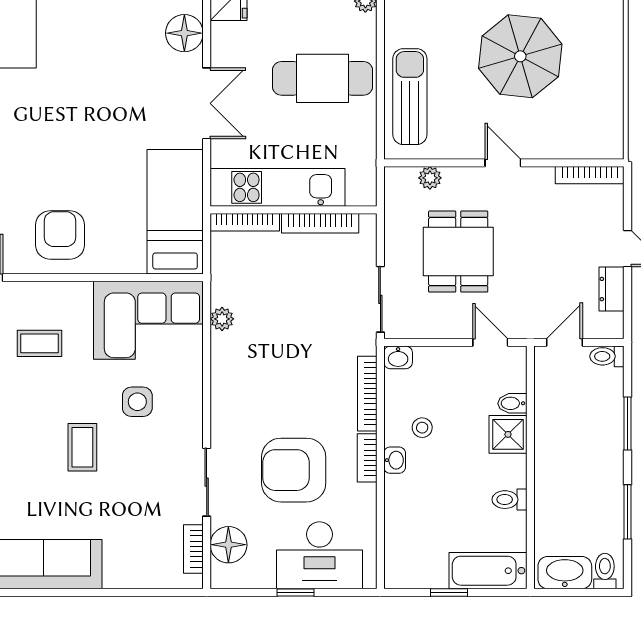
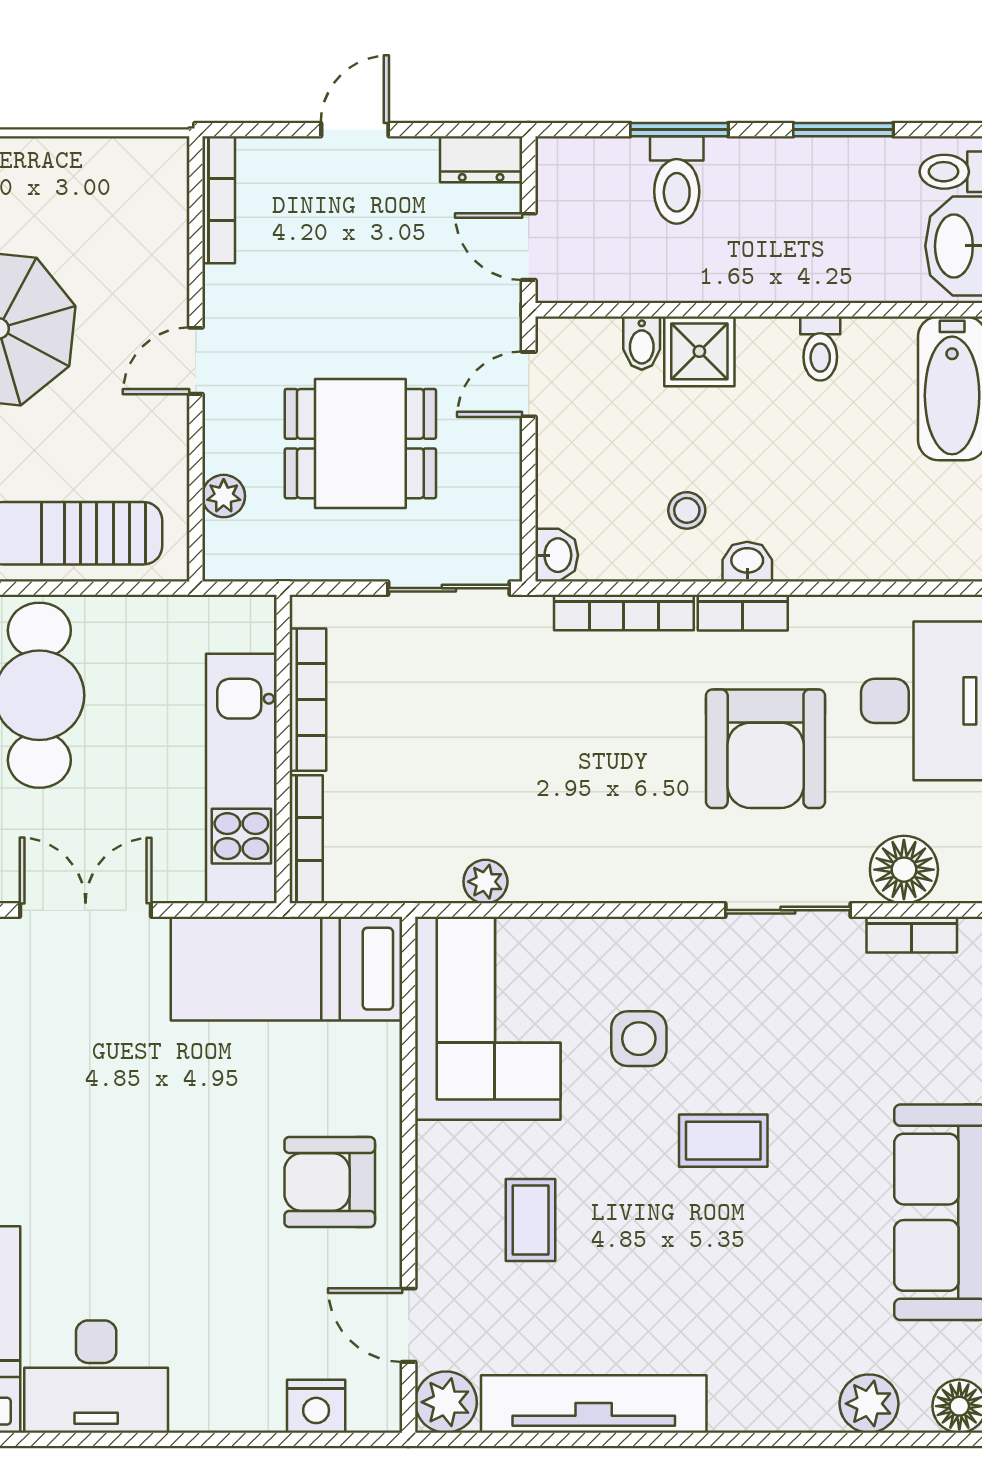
dresser: (612, 289) -> (481, 159), moved
toilet: (607, 356) -> (677, 180), moved, width x1.37, depth x1.39

